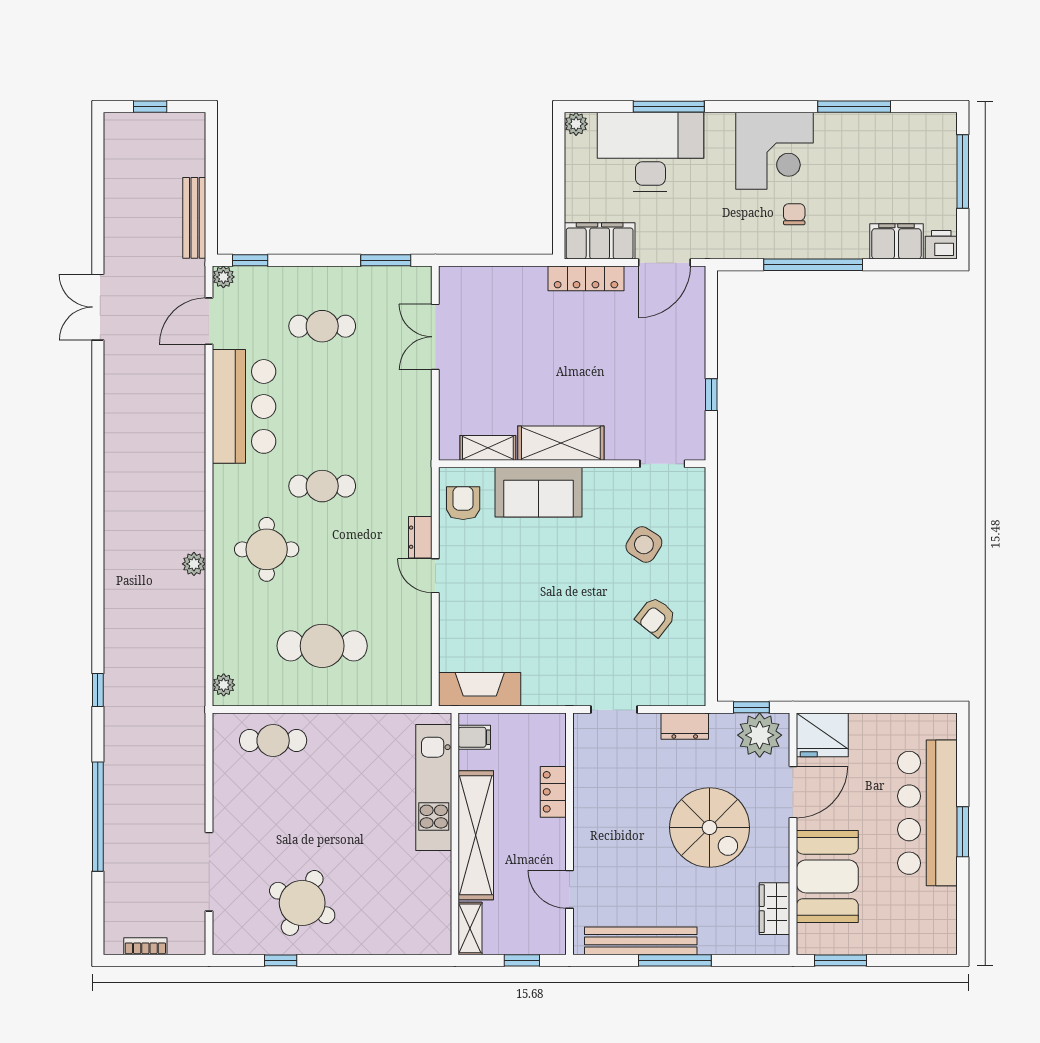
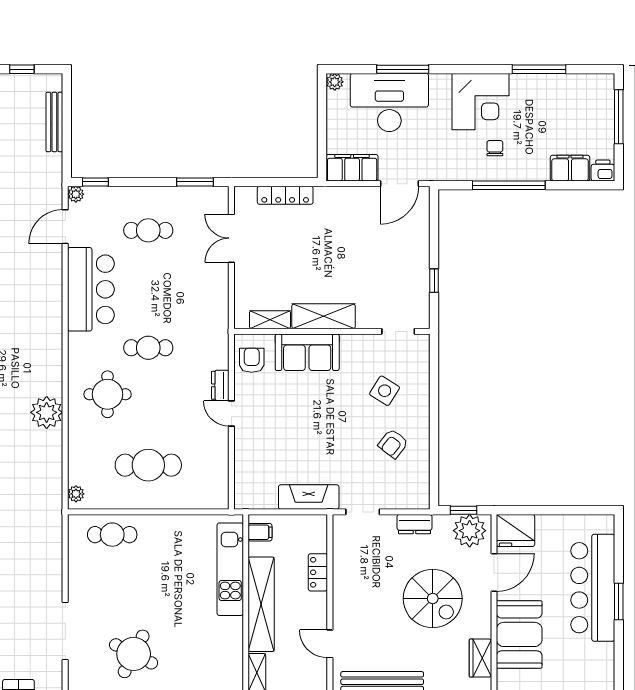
bench: (194, 218) -> (54, 122), moved
locker: (586, 278) -> (285, 195), moved
plant: (194, 564) -> (47, 412), width x1.87, depth x1.87
fireplace: (480, 689) -> (309, 497), moved

